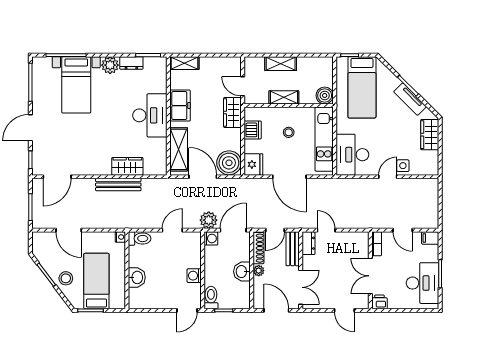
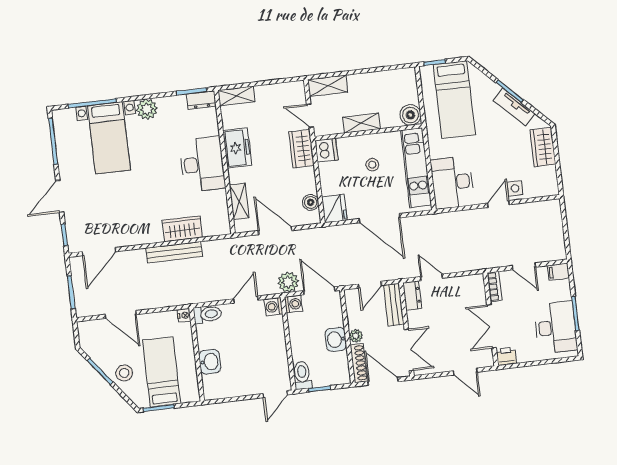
dresser: (131, 63) -> (201, 100), moved
shelving: (281, 64) -> (328, 86), moved
dishwasher: (253, 130) -> (326, 150), moved
shelving: (179, 149) -> (239, 201), width x0.67, depth x0.75
boiler: (229, 163) -> (311, 202), width x0.54, depth x0.54
door: (233, 230) -> (319, 291), hinge flipped
shoe rack: (258, 248) -> (359, 363), moved
washing machine: (194, 276) -> (273, 307), moved

